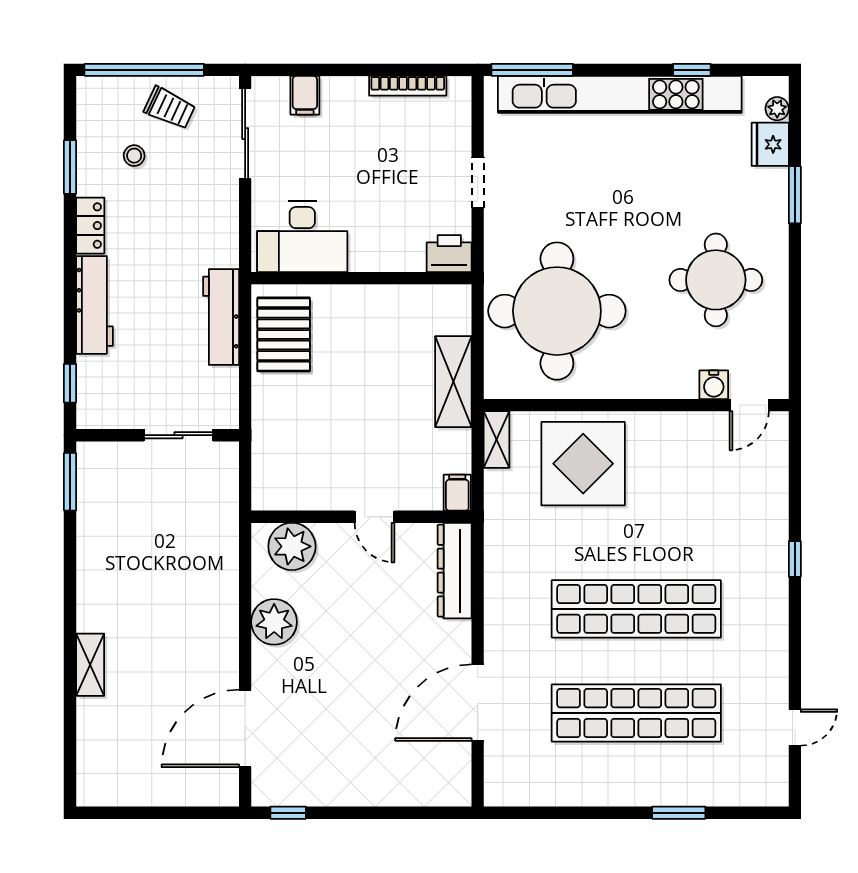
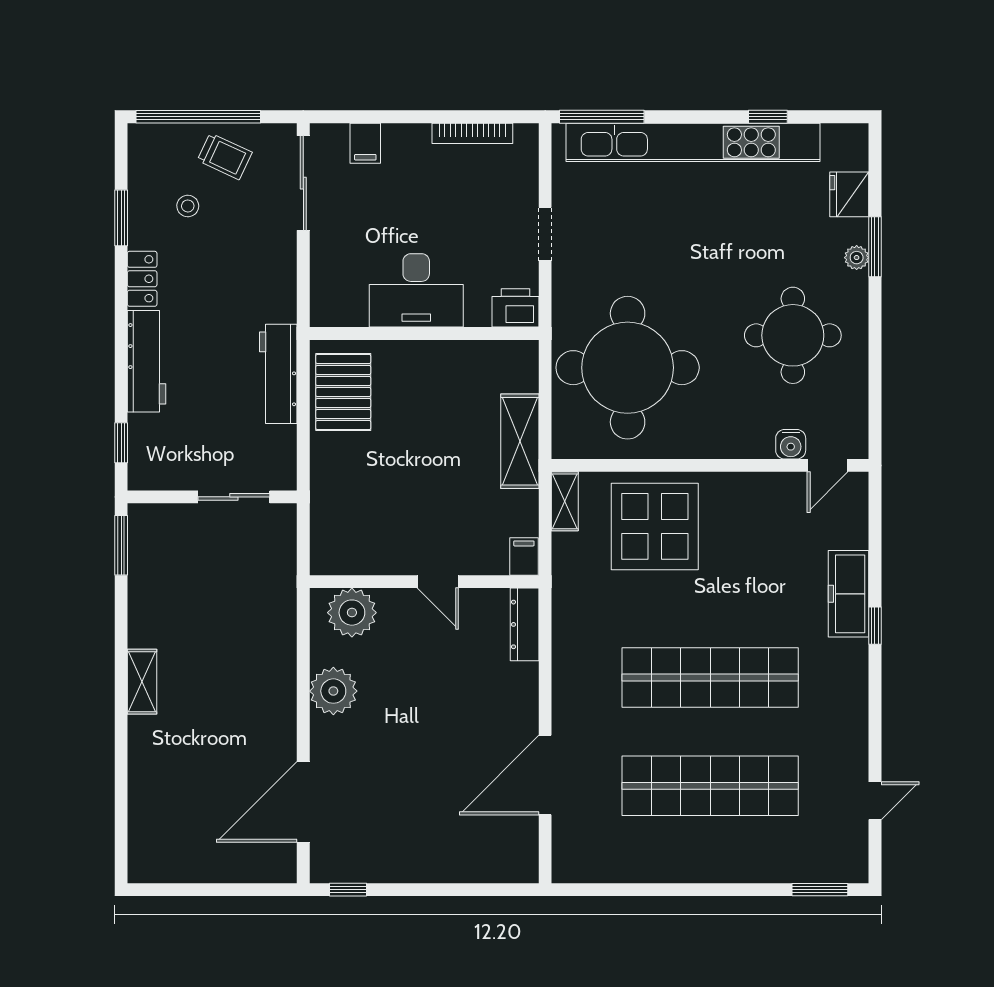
plant: (777, 109) -> (857, 258), moved
desk: (302, 237) -> (416, 290), moved
freezer: (769, 528) -> (849, 594), added
dresser: (455, 571) -> (525, 624), width x0.73, depth x0.80
shelving: (90, 665) -> (142, 682), moved
window: (679, 813) -> (820, 890), moved

